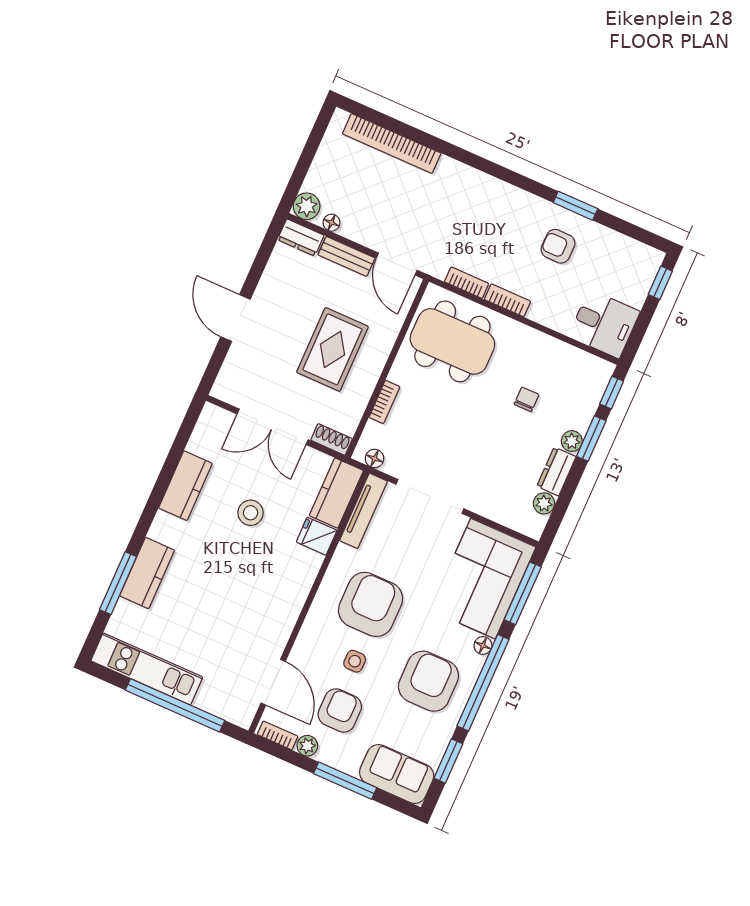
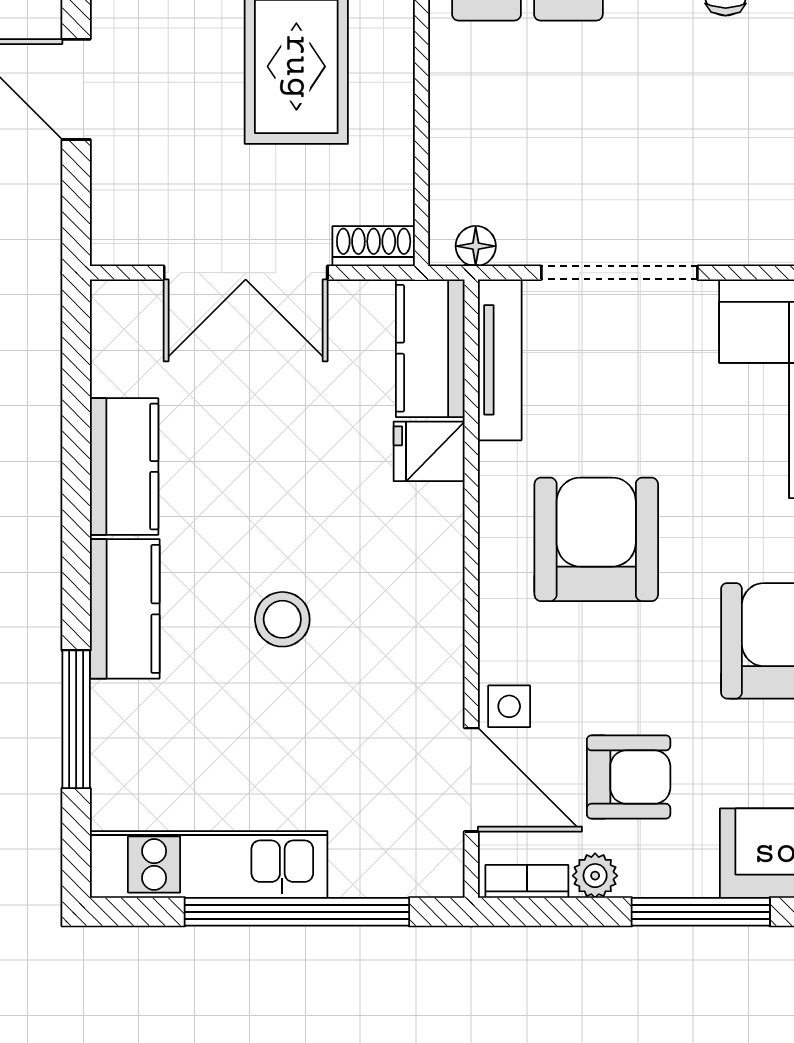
bookcase: (384, 402) -> (446, 125), removed
stool: (251, 513) -> (282, 619), moved
kitchen counter: (147, 573) -> (125, 609), moved
side table: (355, 661) -> (509, 706), moved
armchair: (340, 710) -> (629, 777), turned 90

